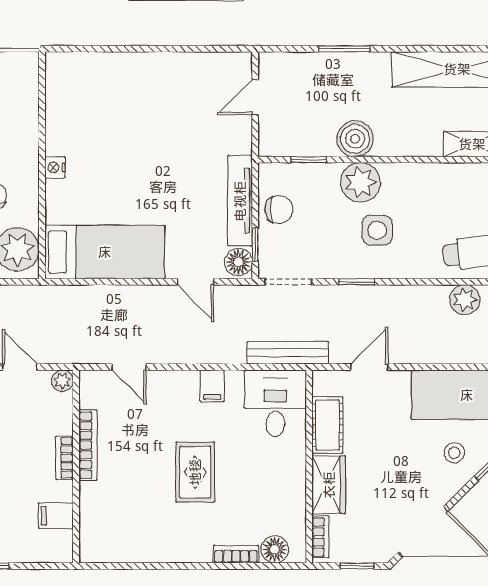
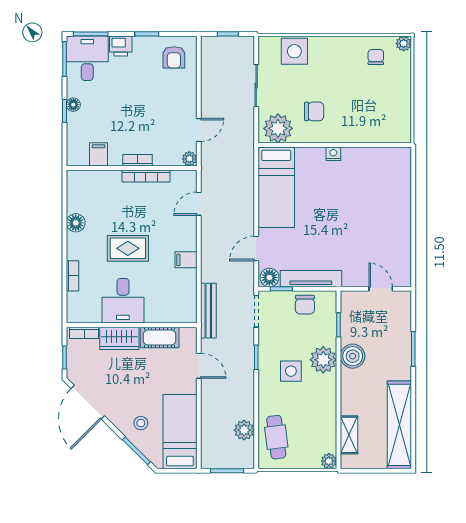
desk: (275, 403) -> (123, 301), moved, turned 90
floor lamp: (275, 549) -> (76, 223), moved

